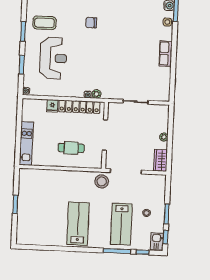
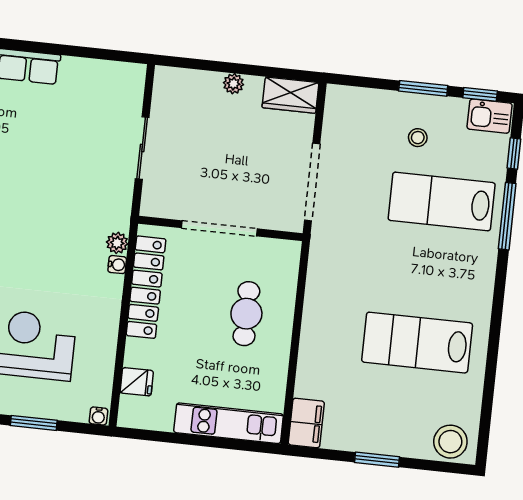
fridge: (52, 106) -> (137, 382), moved
filing cabinet: (28, 175) -> (306, 423), added
stool: (102, 181) -> (450, 442), moved
lab bench: (78, 224) -> (417, 343), moved
lab bench: (121, 224) -> (442, 201), turned 180

